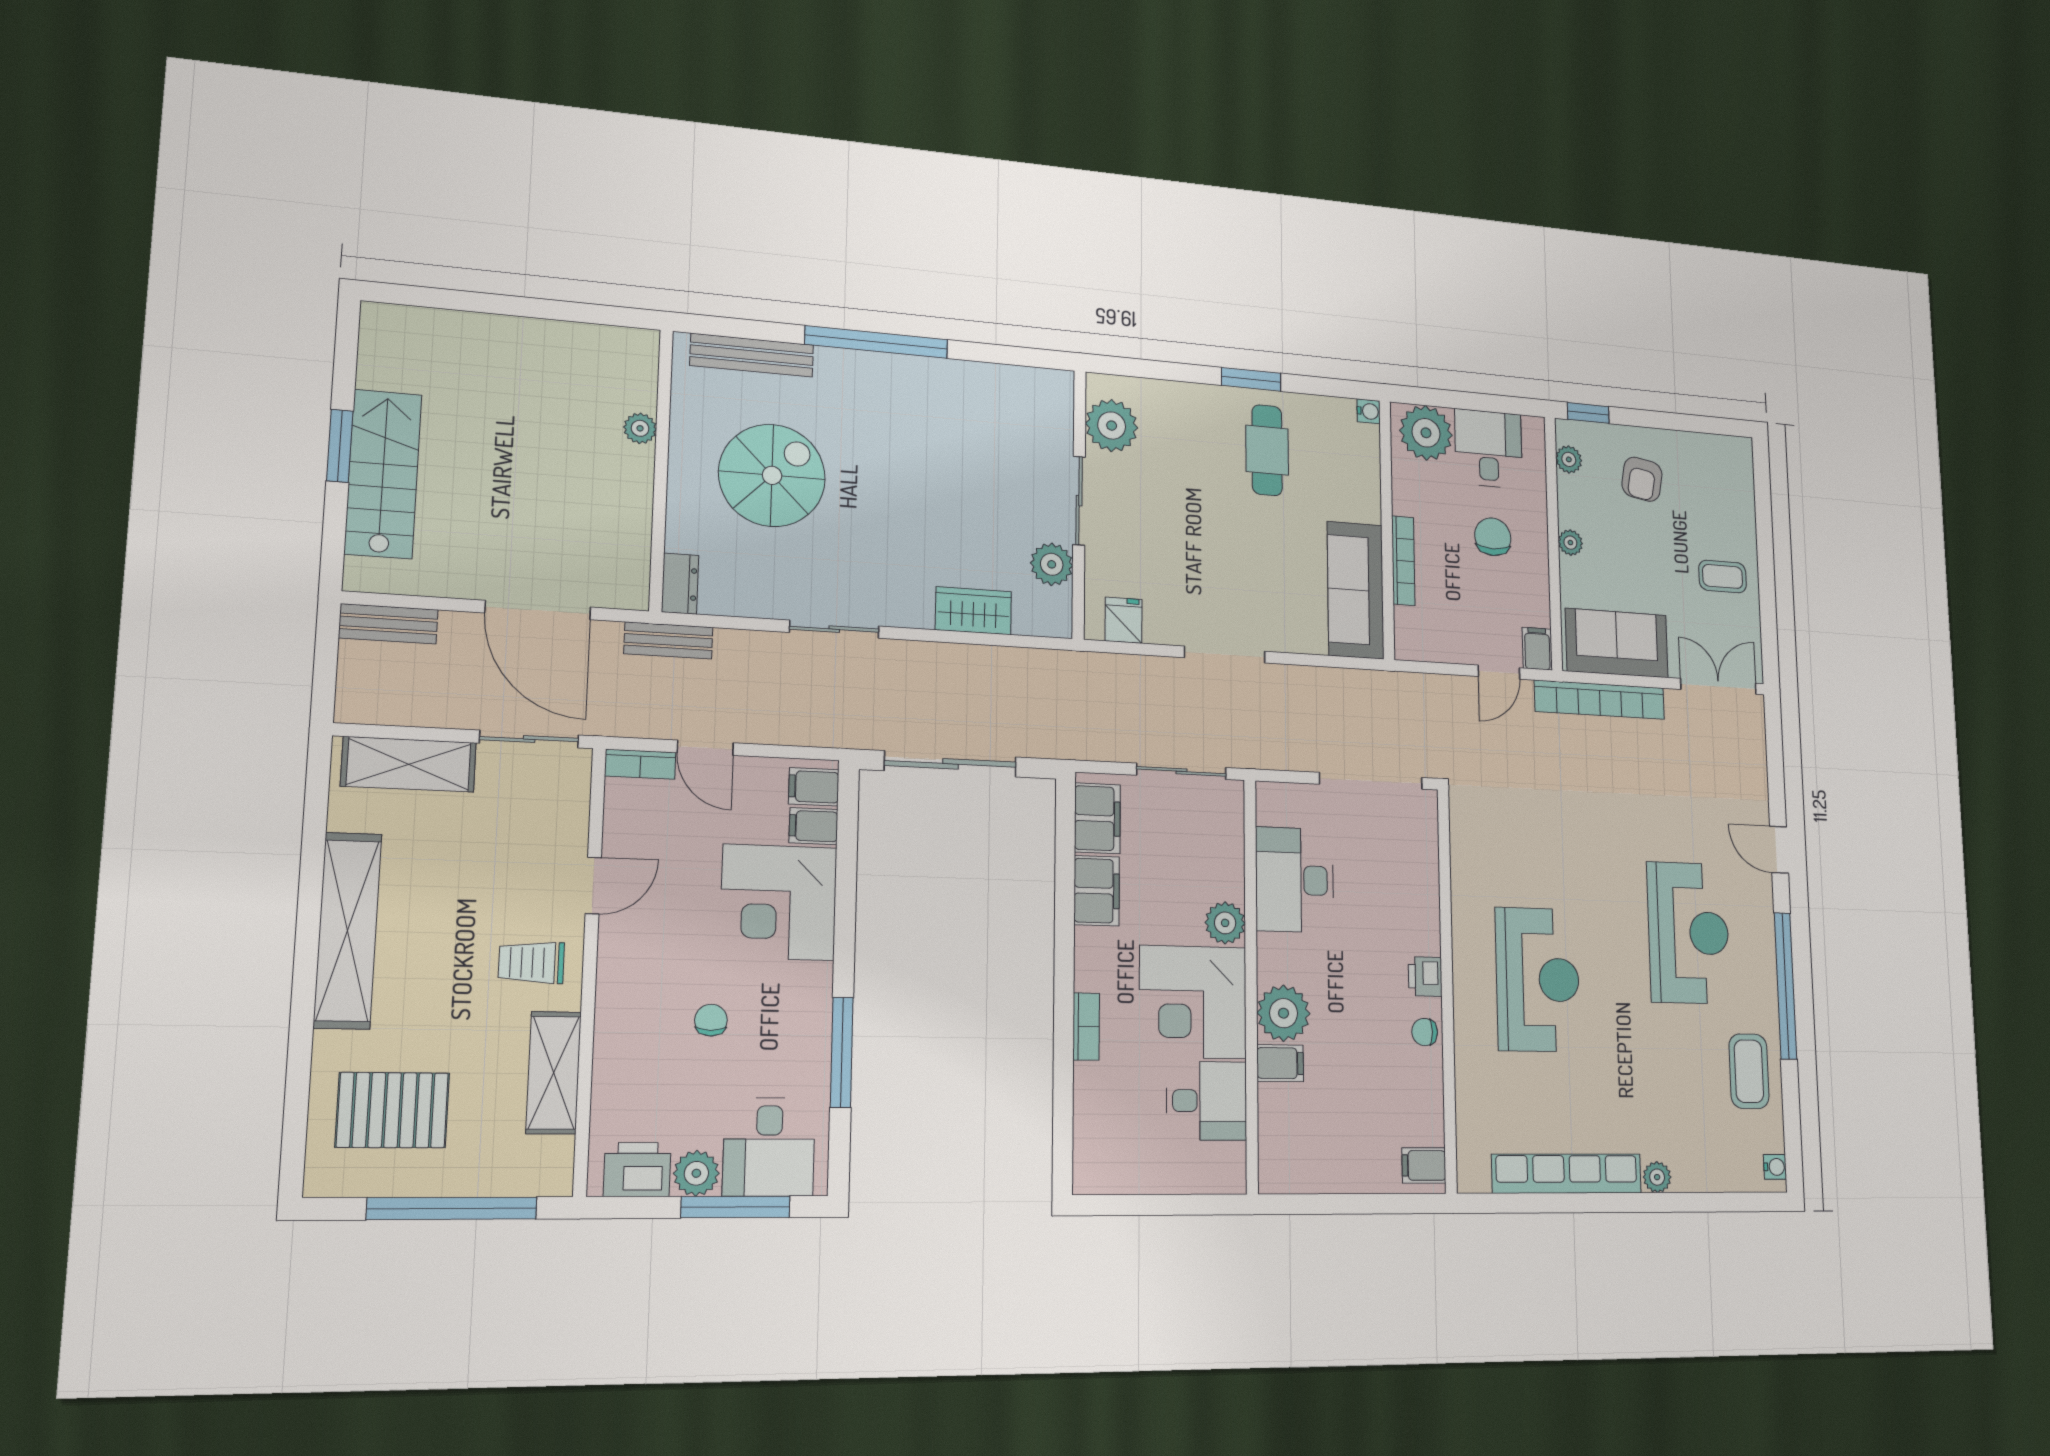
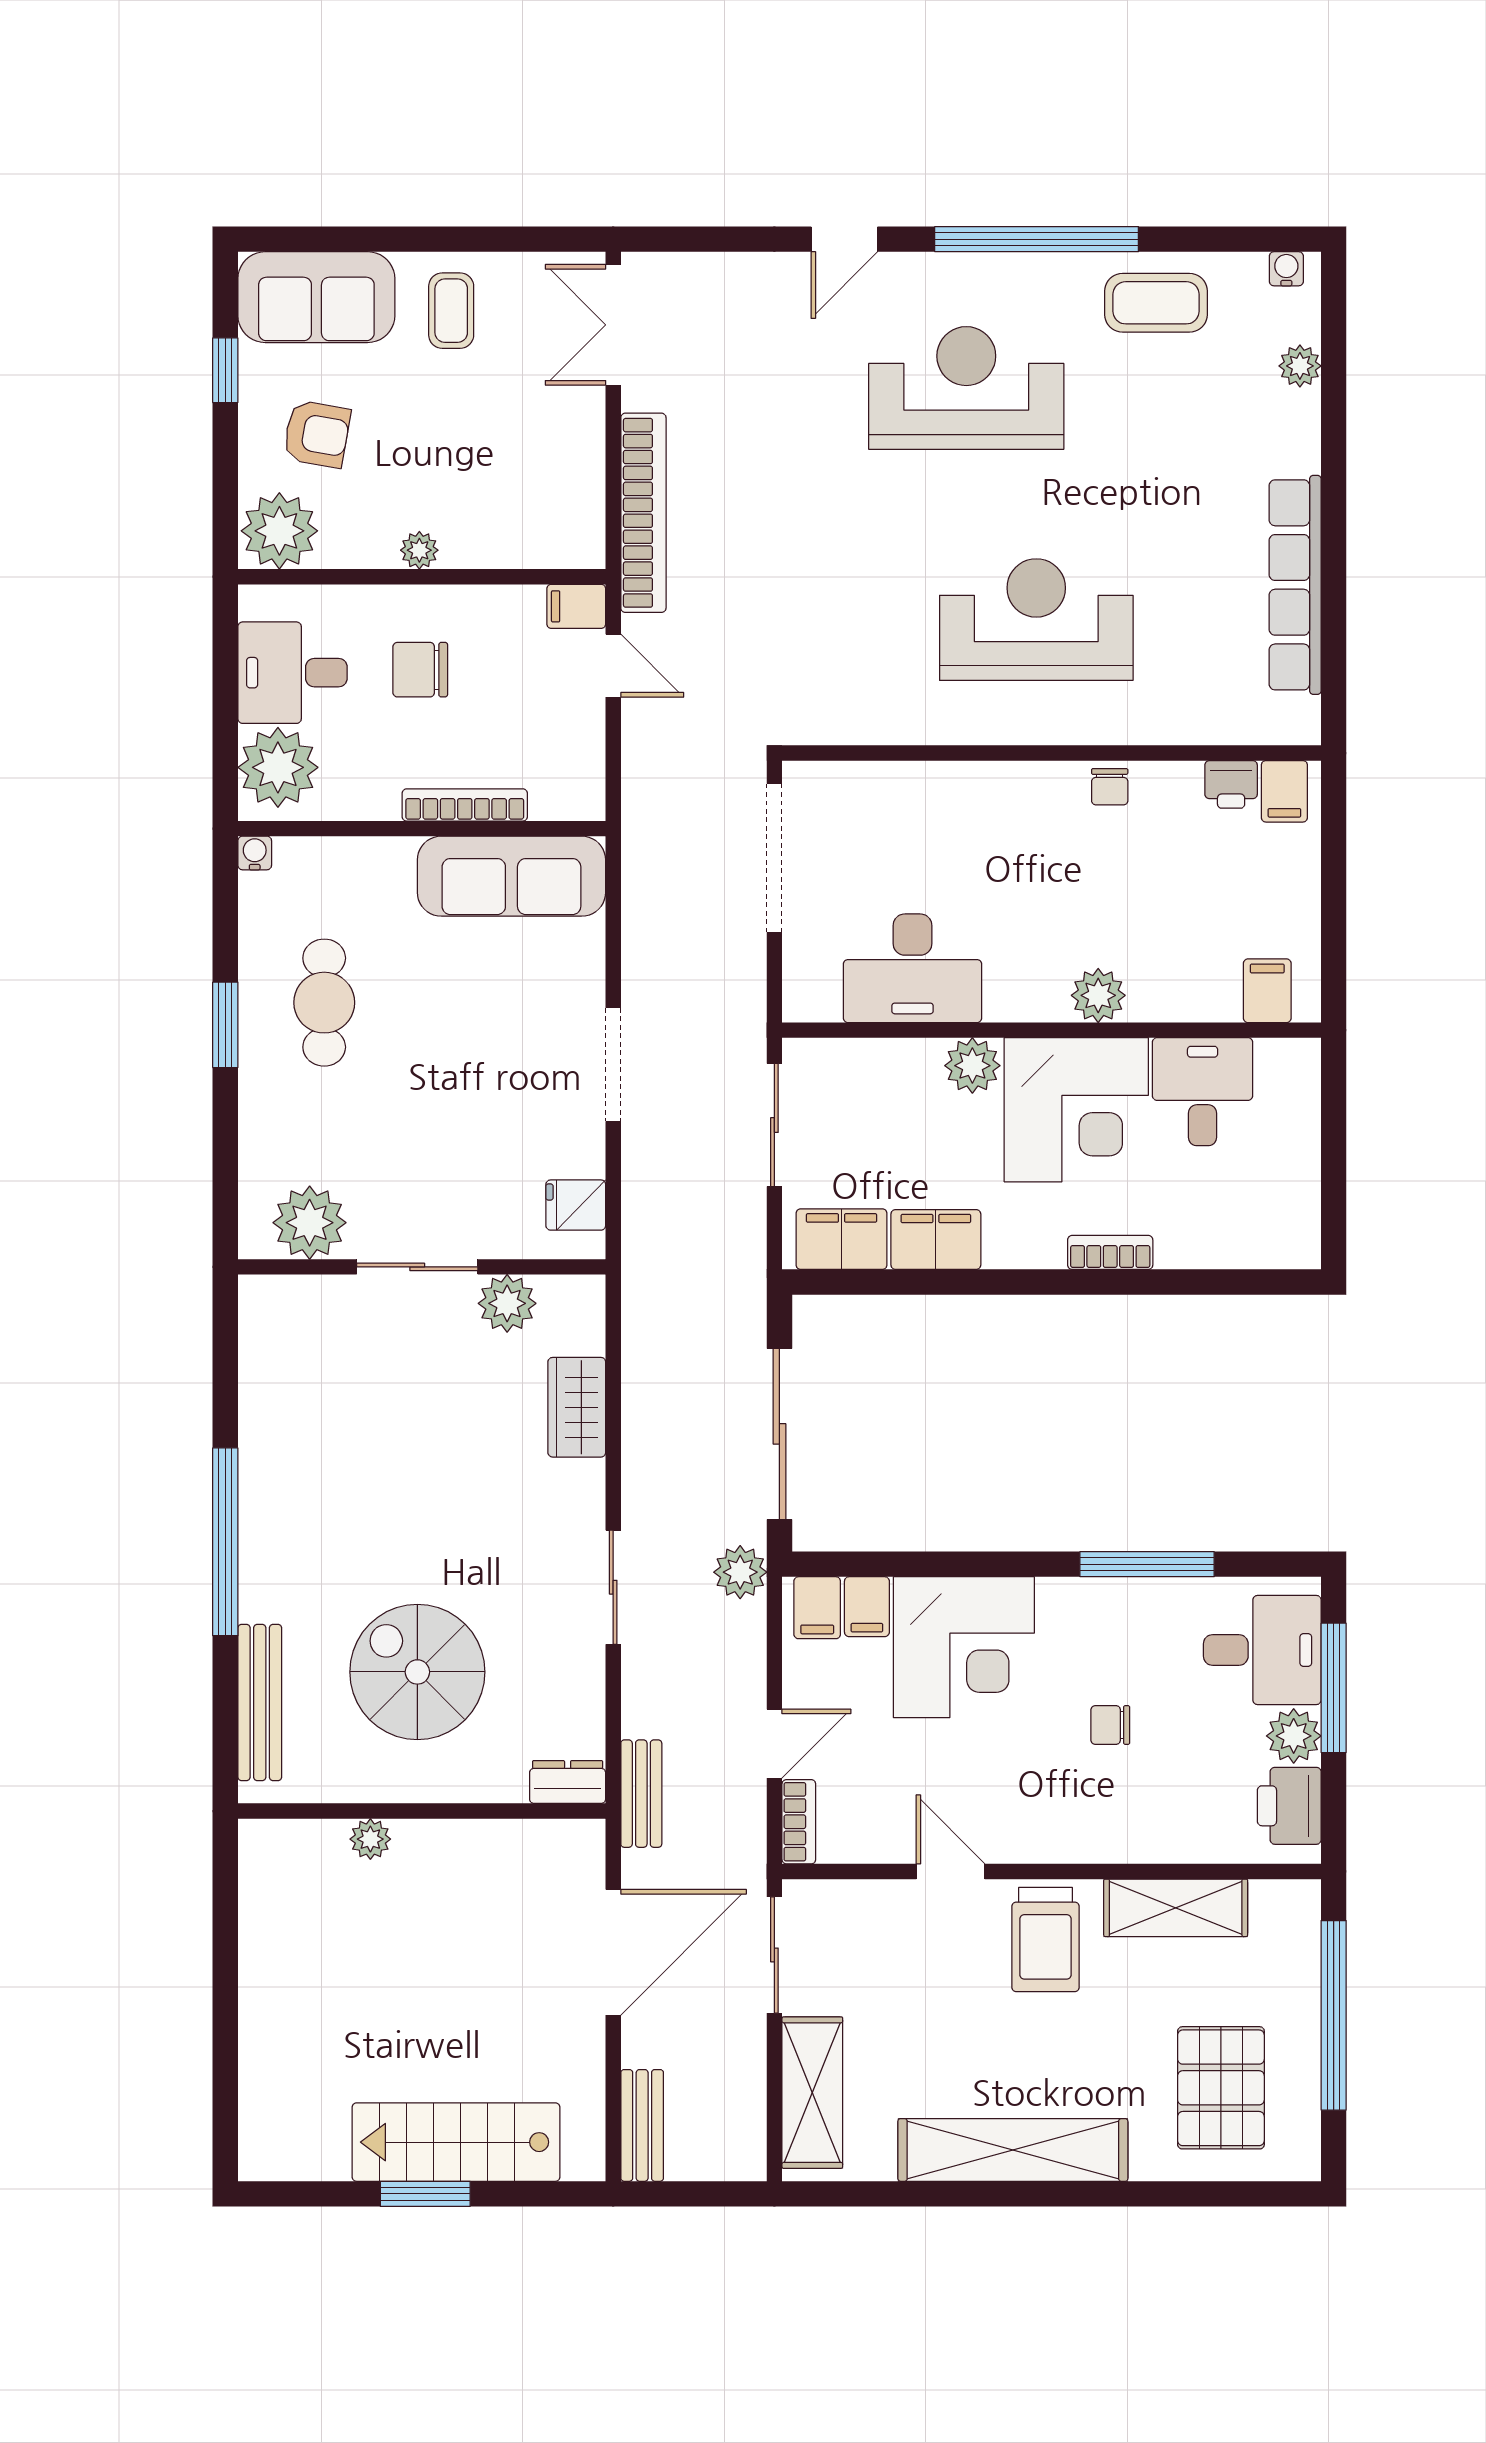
window: (1588, 413) -> (225, 370), moved
cafe table: (1267, 450) -> (324, 1003), turned 90
plant: (1569, 459) -> (279, 531), width x1.88, depth x1.88
sofa: (1617, 643) -> (316, 297), moved, turned -90
plant: (844, 728) -> (740, 1572), added
trolley: (531, 963) -> (1045, 1940), width x1.36, depth x1.39
printer: (1425, 977) -> (1231, 784), moved
plant: (1284, 1013) -> (1098, 995), width x0.73, depth x0.73
filing cabinet: (1280, 1063) -> (1267, 991), moved
plant: (1657, 1177) -> (1300, 366), moved

